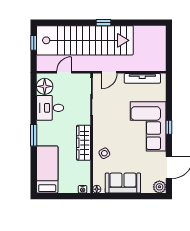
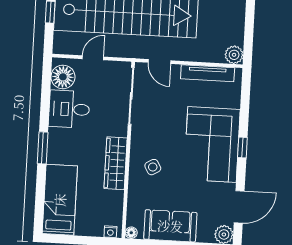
plant: (160, 65) -> (234, 55), added
door: (109, 72) -> (159, 62), hinge flipped
side table: (104, 153) -> (153, 167), moved

